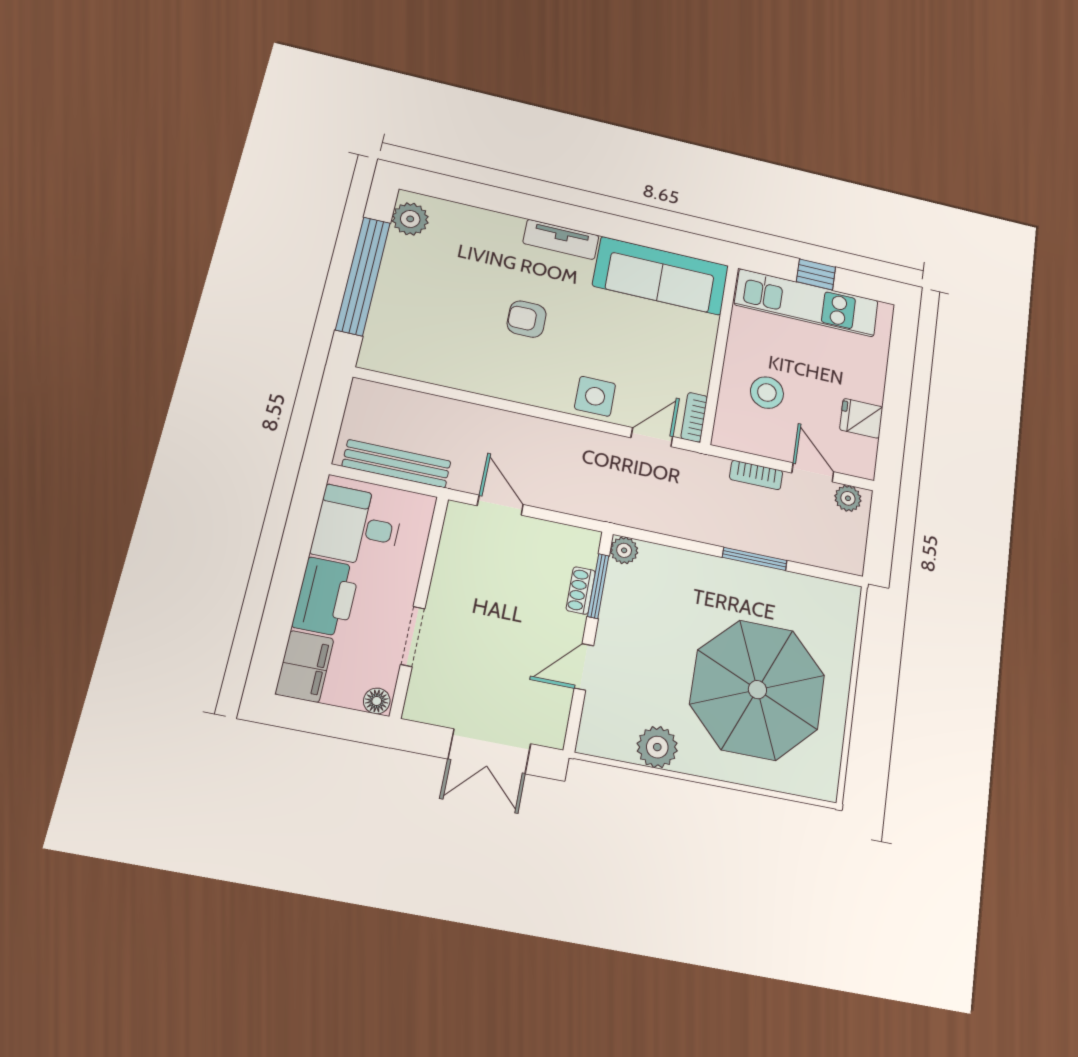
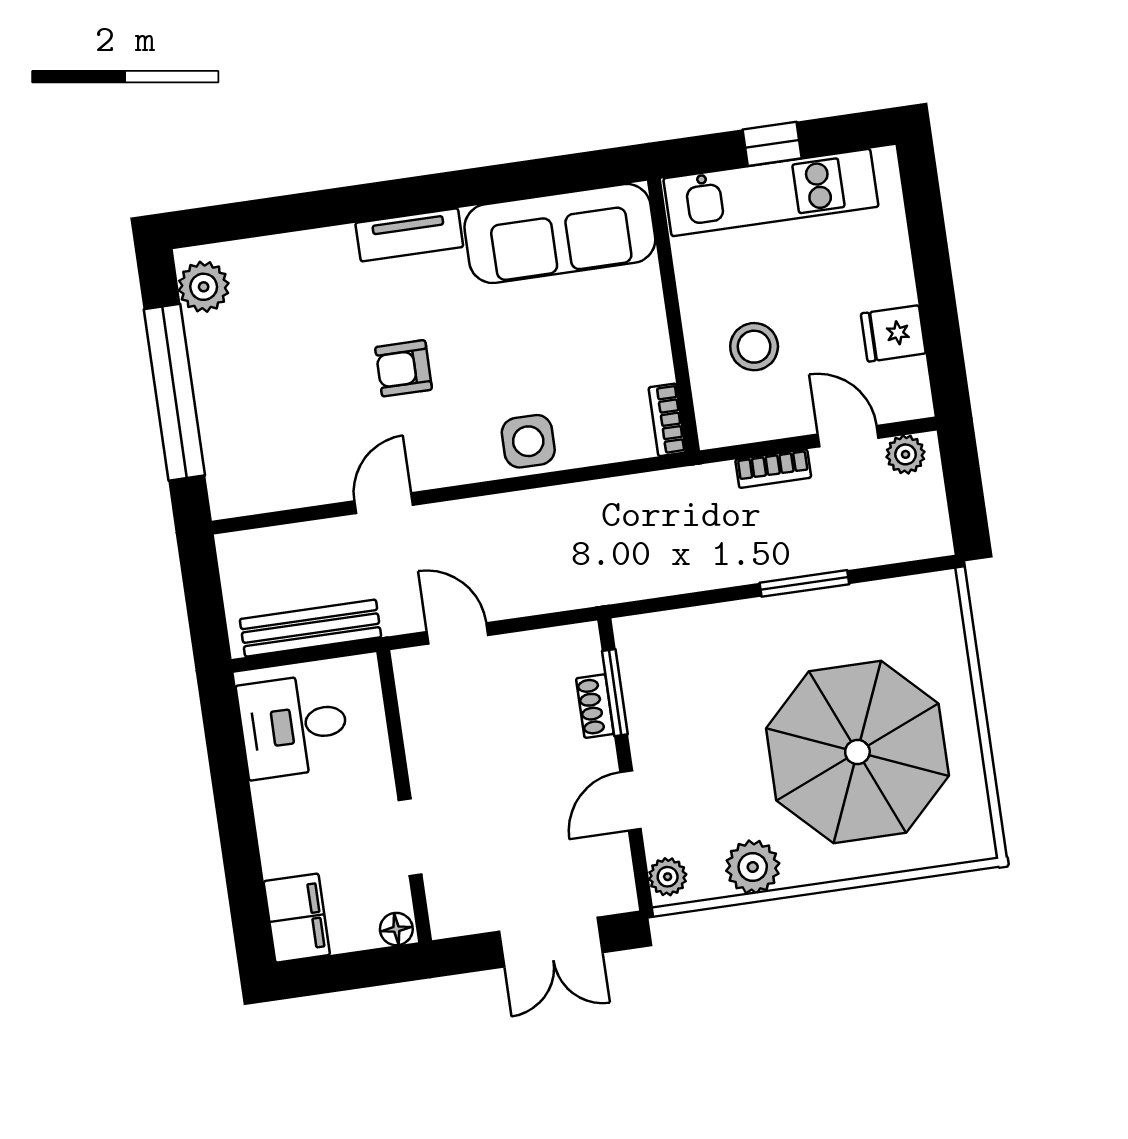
door: (652, 437) -> (384, 503), moved
plant: (624, 550) -> (668, 877), moved
printer: (326, 597) -> (290, 826), removed

